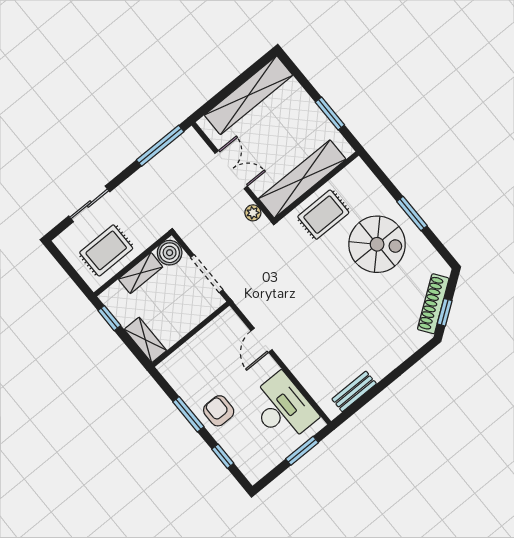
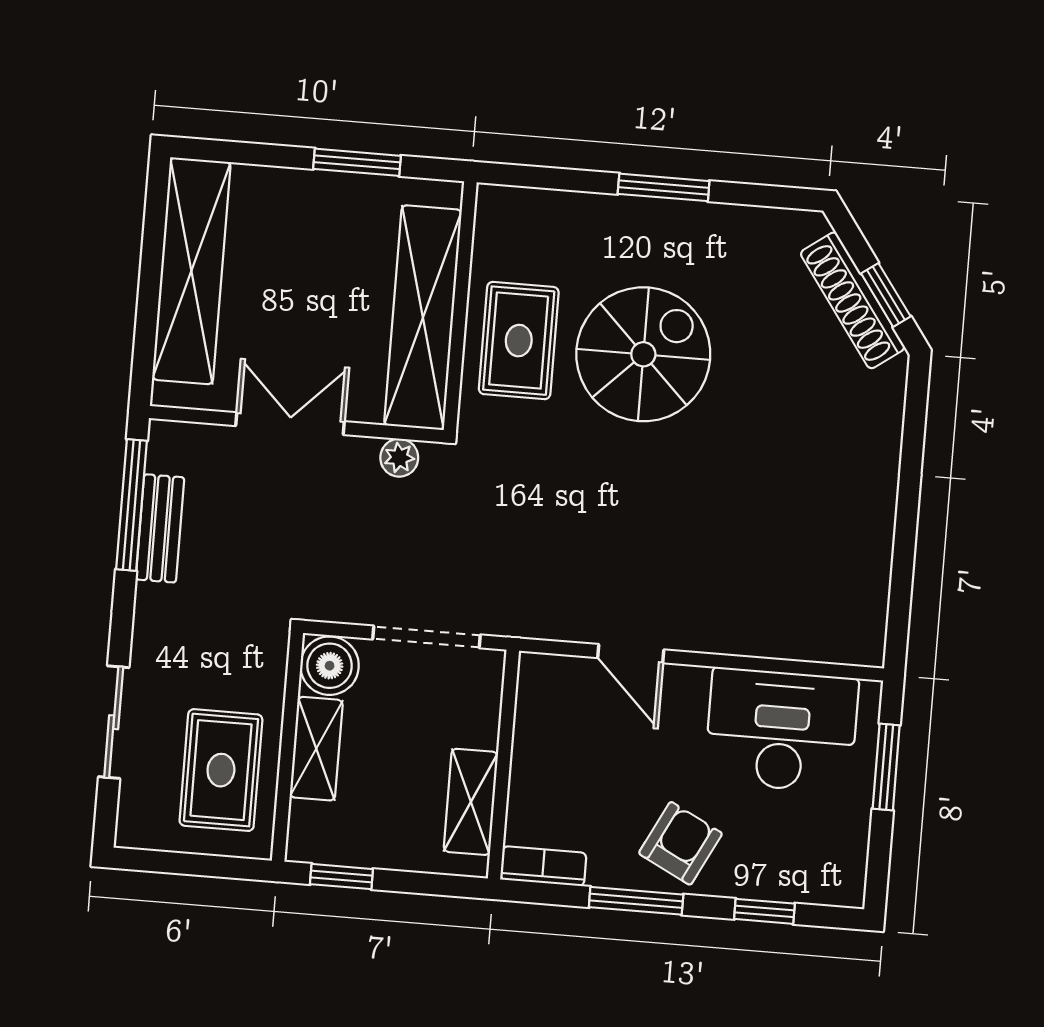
spiral stairs: (377, 244) -> (643, 354), moved
shelving: (145, 340) -> (471, 802), moved, turned 90
bookcase: (172, 376) -> (543, 866), added
bench: (354, 391) -> (160, 528), moved
armchair: (219, 411) -> (680, 843), turned 117

